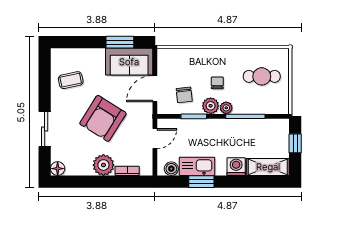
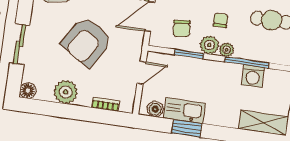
plant: (103, 165) -> (66, 92), moved
washing machine: (236, 167) -> (253, 76), moved, turned 180

